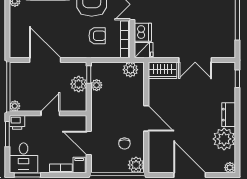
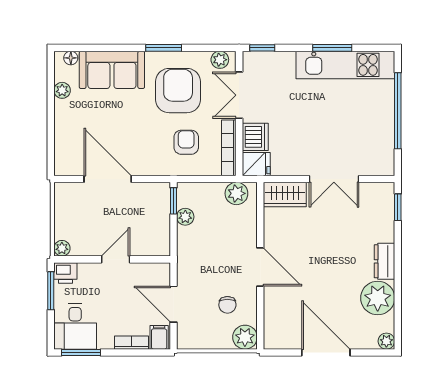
armchair: (97, 36) -> (186, 142), turned -90
plant: (79, 84) -> (158, 215), removed

